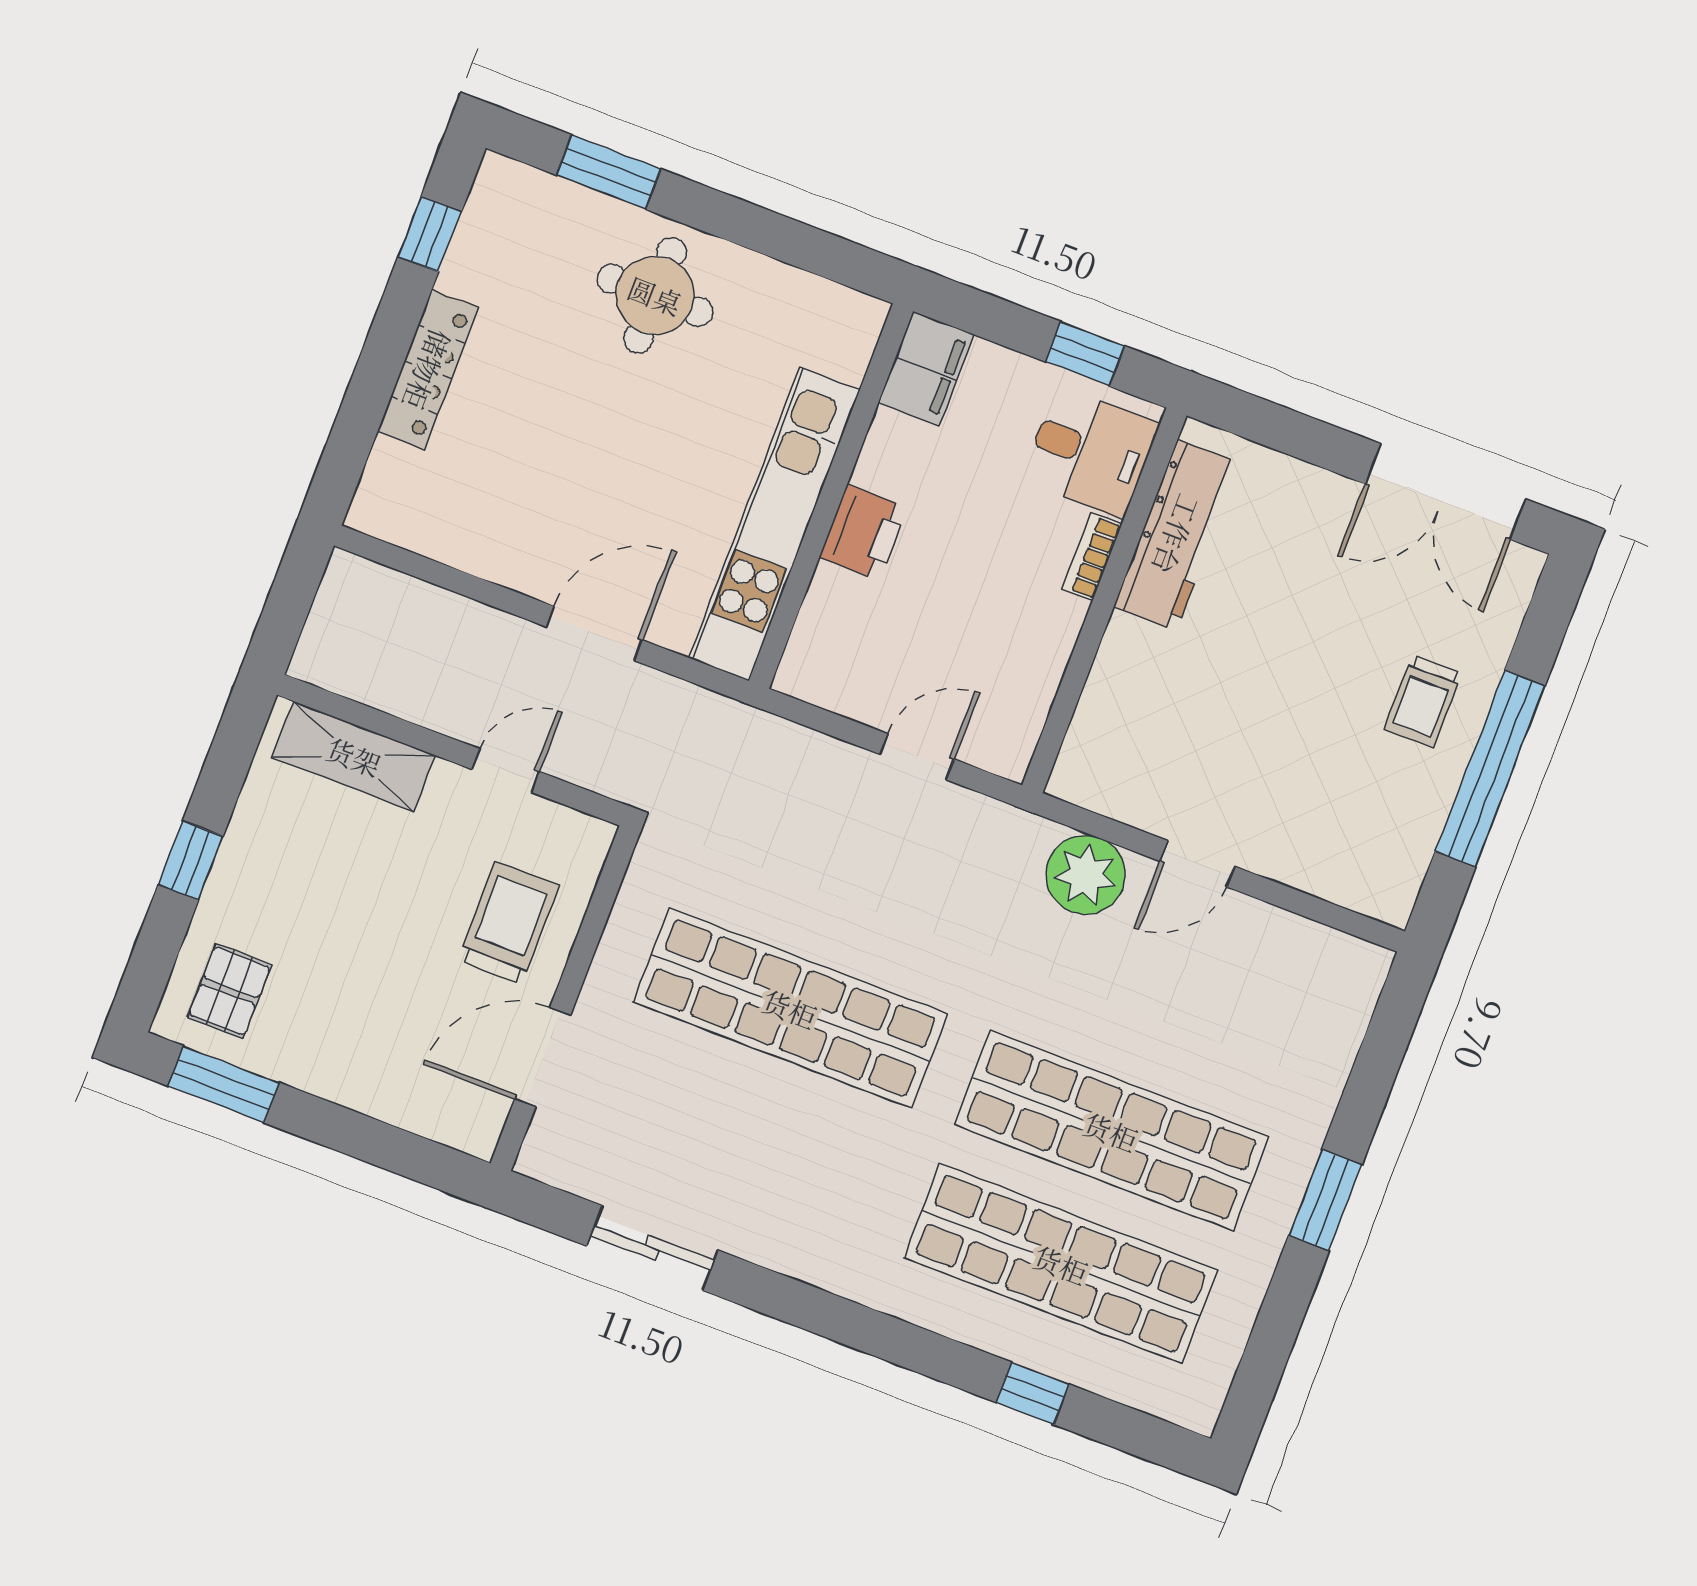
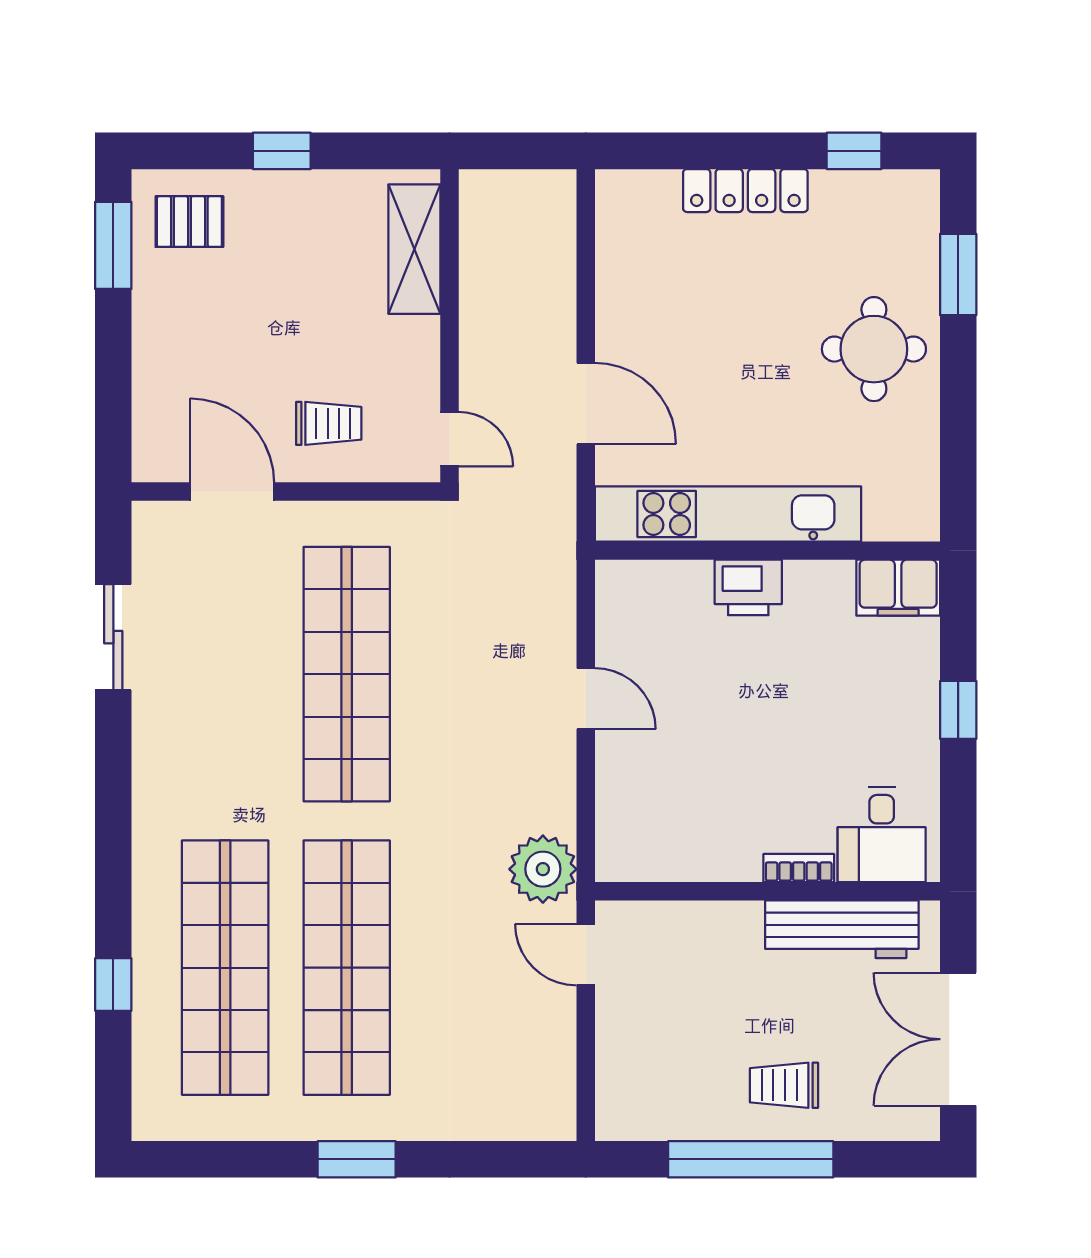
desk: (1090, 452) -> (882, 835), moved
workbench: (1177, 535) -> (842, 929), moved
bookcase: (1092, 556) -> (799, 868), moved
wall: (1104, 600) -> (767, 891), moved
door: (506, 771) -> (449, 439), moved
trolley: (508, 923) -> (329, 423), width x0.73, depth x0.72

